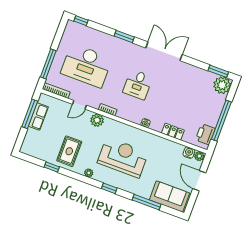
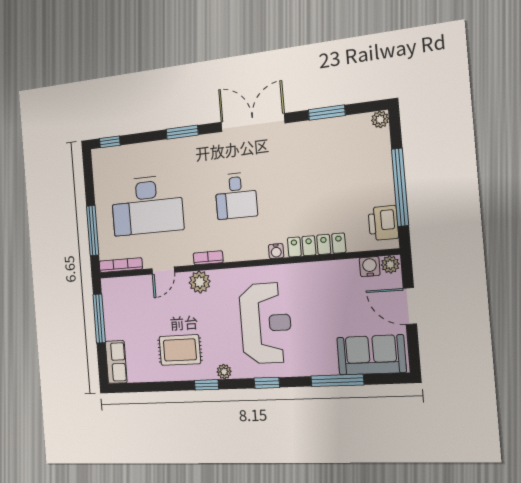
window: (218, 71) -> (327, 113), moved
plant: (222, 85) -> (380, 119), width x0.53, depth x0.53
row of seats: (38, 116) -> (116, 362), moved
locker: (173, 132) -> (316, 245), width x1.53
rug: (69, 151) -> (180, 350), turned 90
reception desk: (123, 157) -> (266, 323), turned 90
window: (52, 167) -> (207, 385), moved

